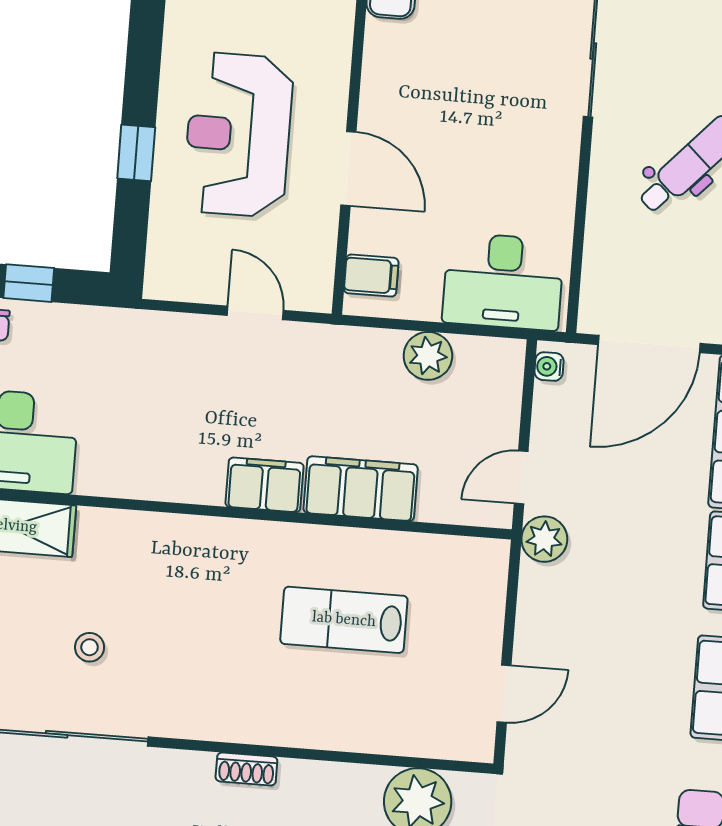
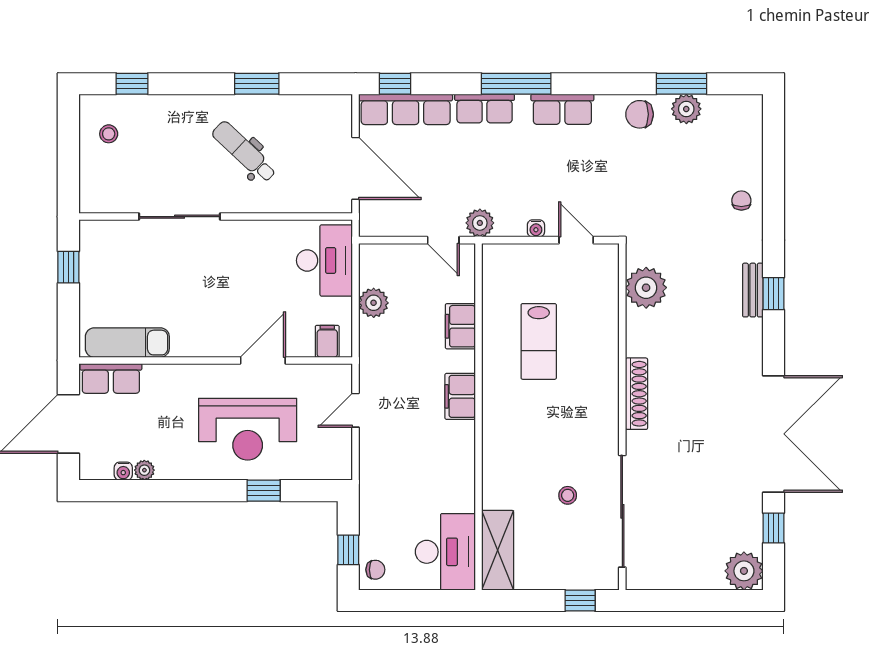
water cooler: (549, 367) -> (536, 228), moved
filing cabinet: (361, 489) -> (460, 326), width x0.67, depth x0.86
shoe rack: (246, 769) -> (637, 394), width x1.94, depth x1.24

